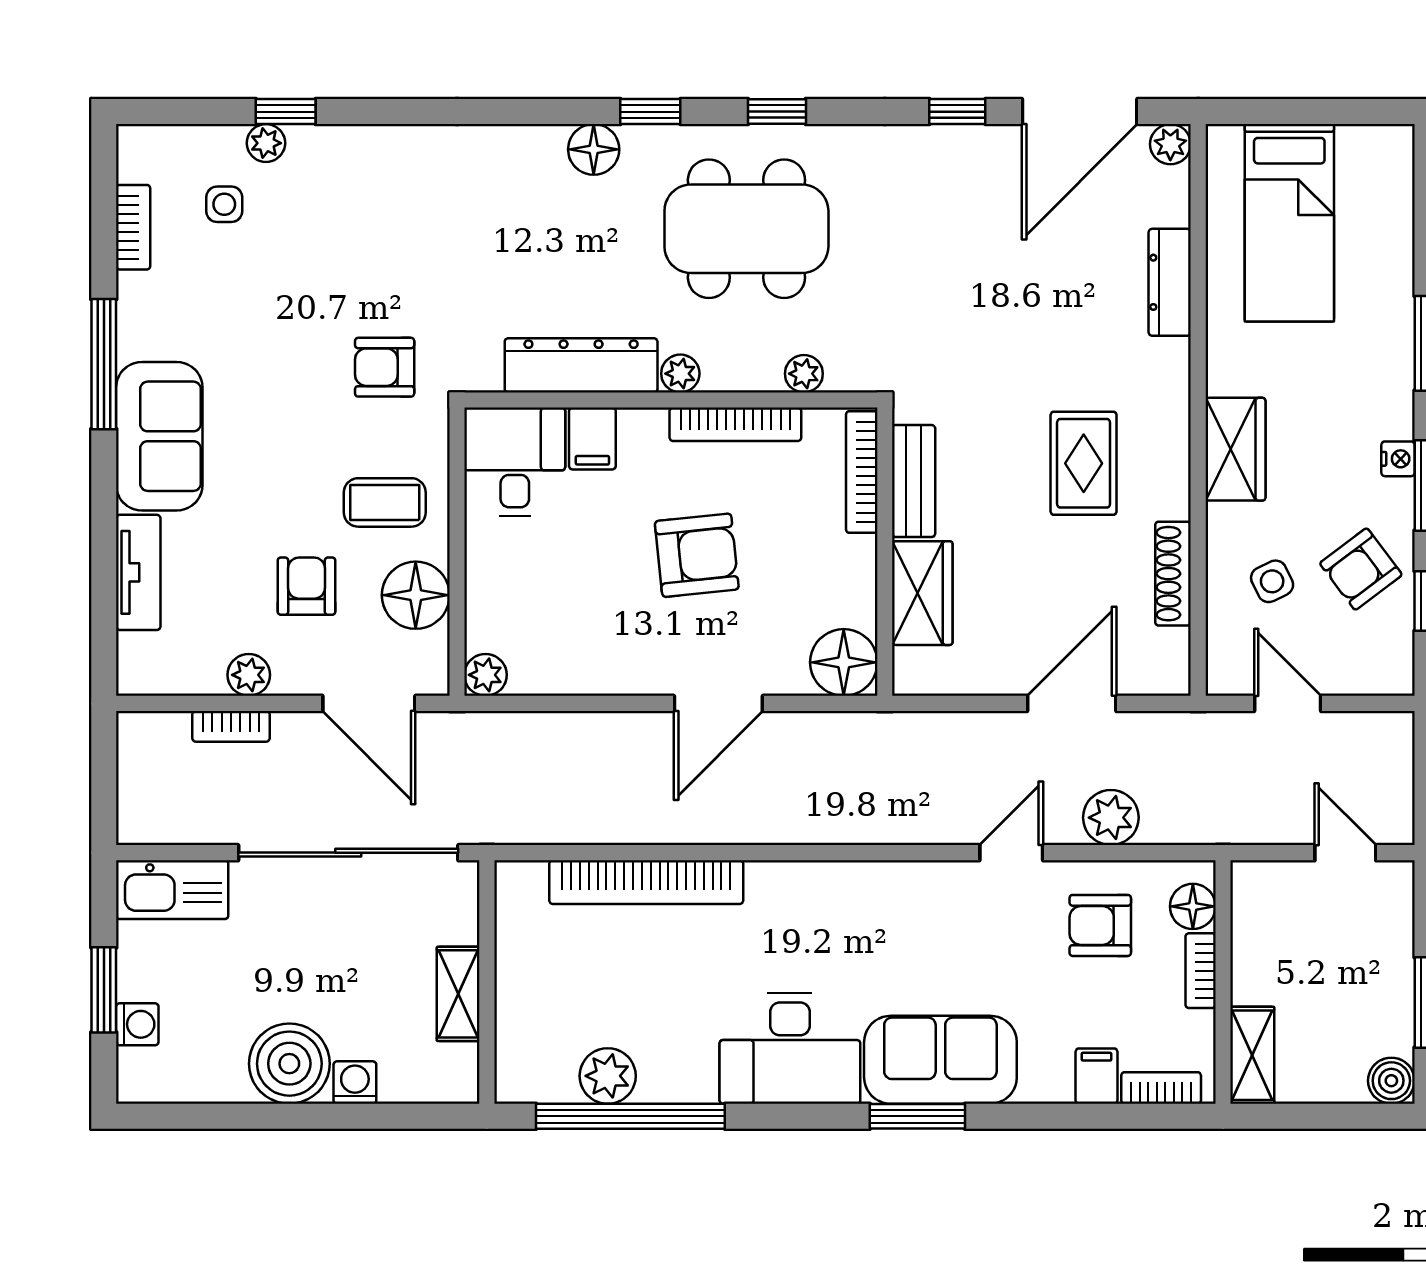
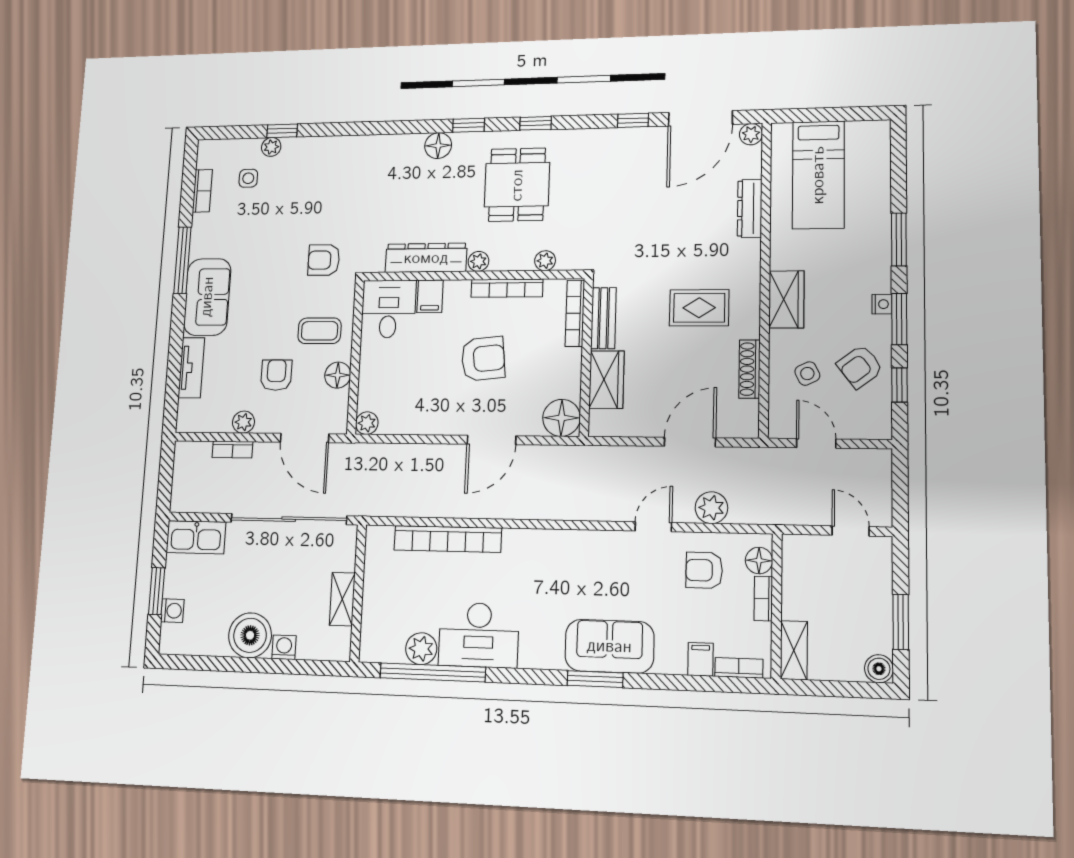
dining table: (746, 229) -> (517, 185), width x0.73
rug: (1084, 463) -> (699, 308), turned 90
floor lamp: (416, 595) -> (338, 375), width x0.73, depth x0.73
desk: (790, 1049) -> (479, 635), moved

